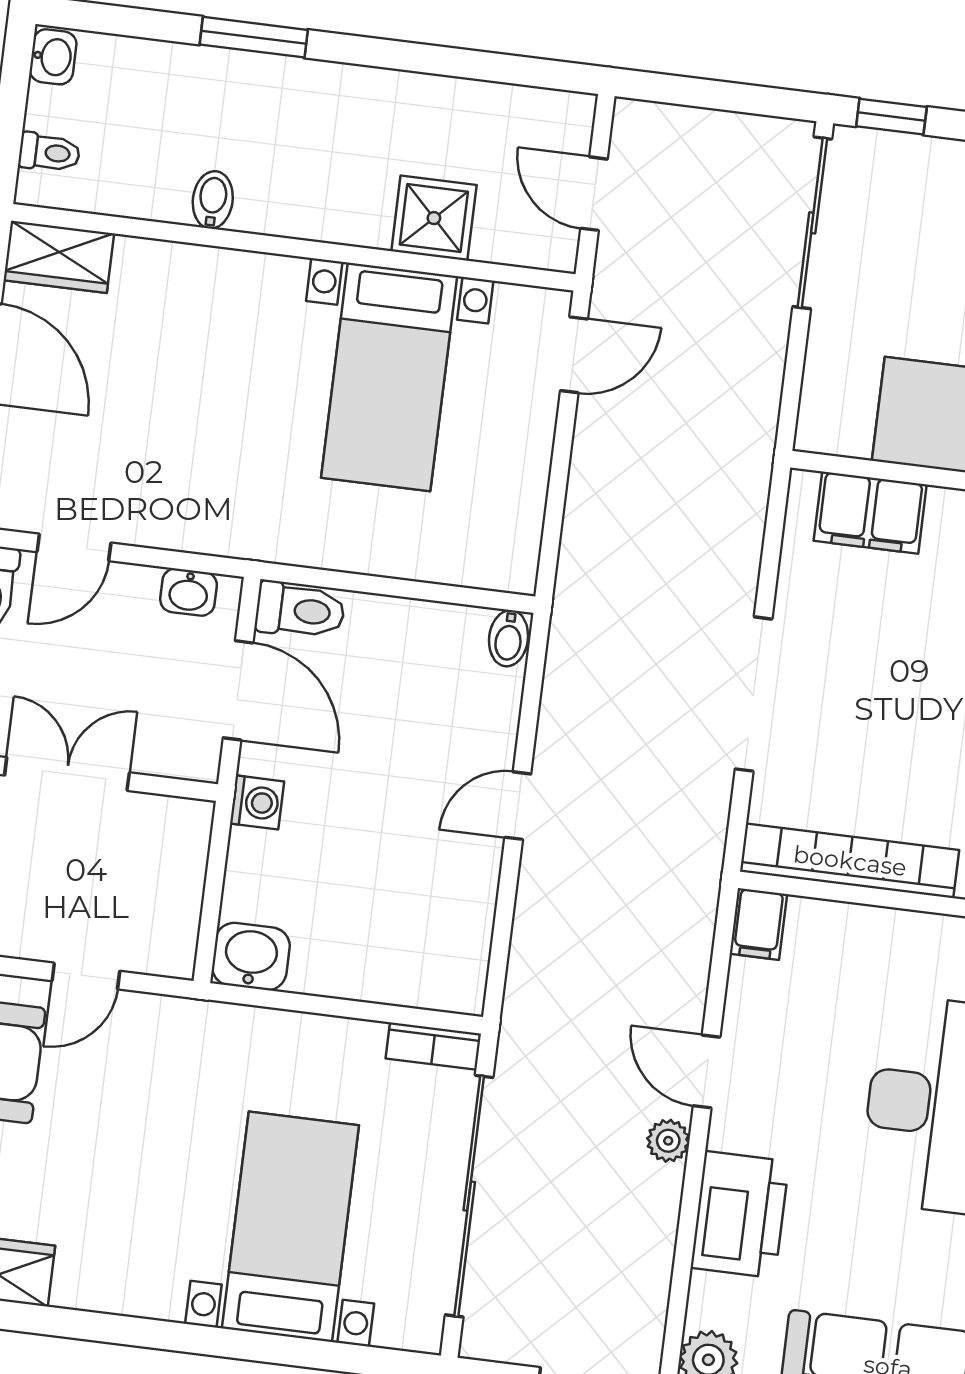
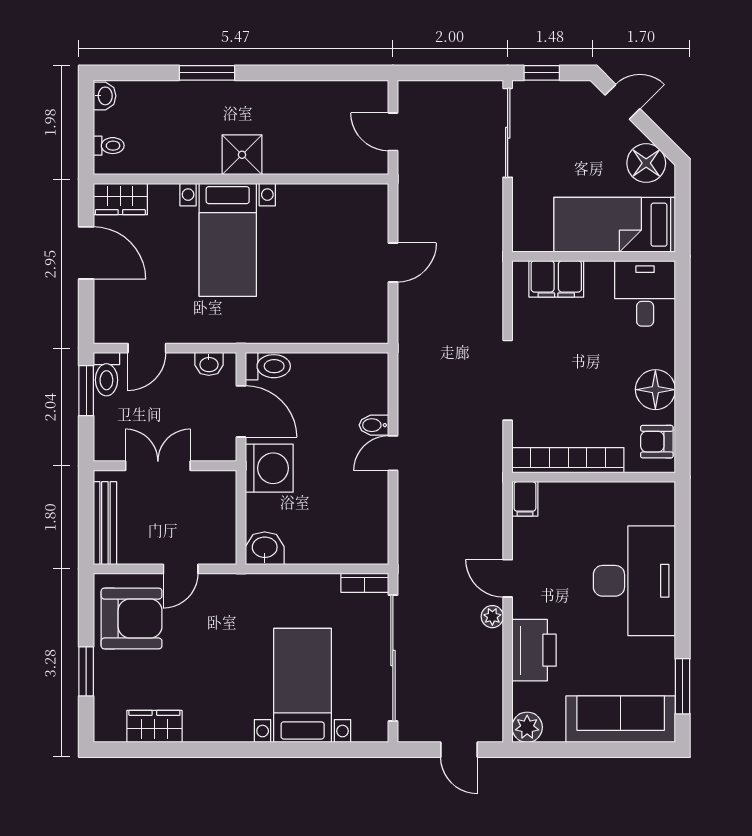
bidet: (213, 200) -> (196, 160), removed
shower: (434, 218) -> (242, 155), moved
door: (574, 355) -> (393, 263), moved
bed with nightstands: (389, 377) -> (228, 240), moved
bidet: (509, 638) -> (374, 425), moved, turned 90
washing machine: (257, 802) -> (269, 468), width x1.89, depth x1.89

